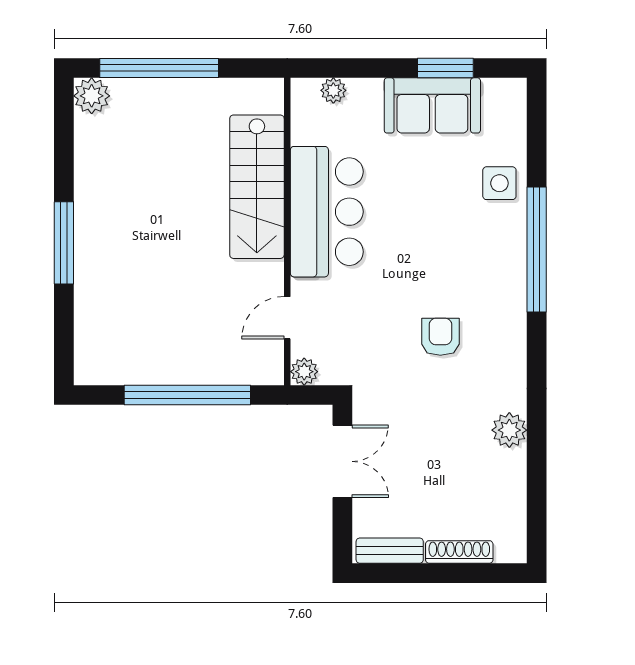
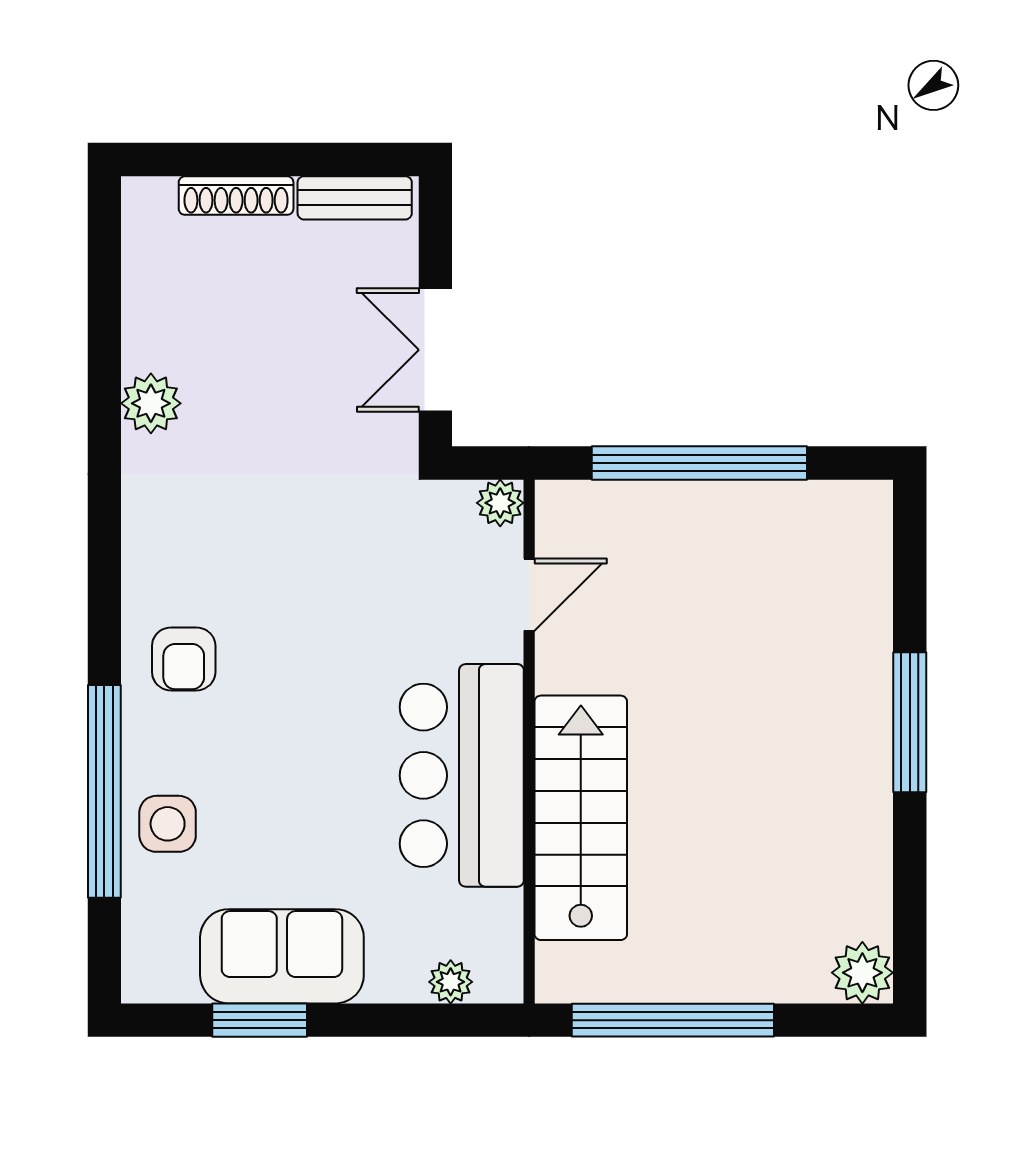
window: (159, 68) -> (673, 1020), moved
window: (537, 250) -> (104, 791), moved
armchair: (440, 337) -> (184, 659), moved

